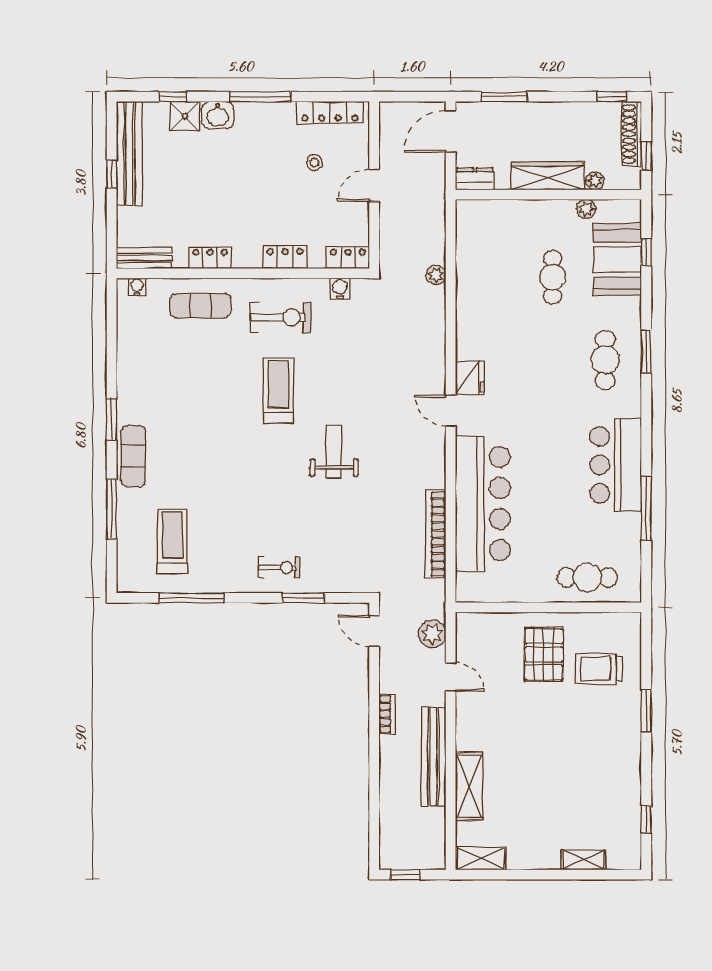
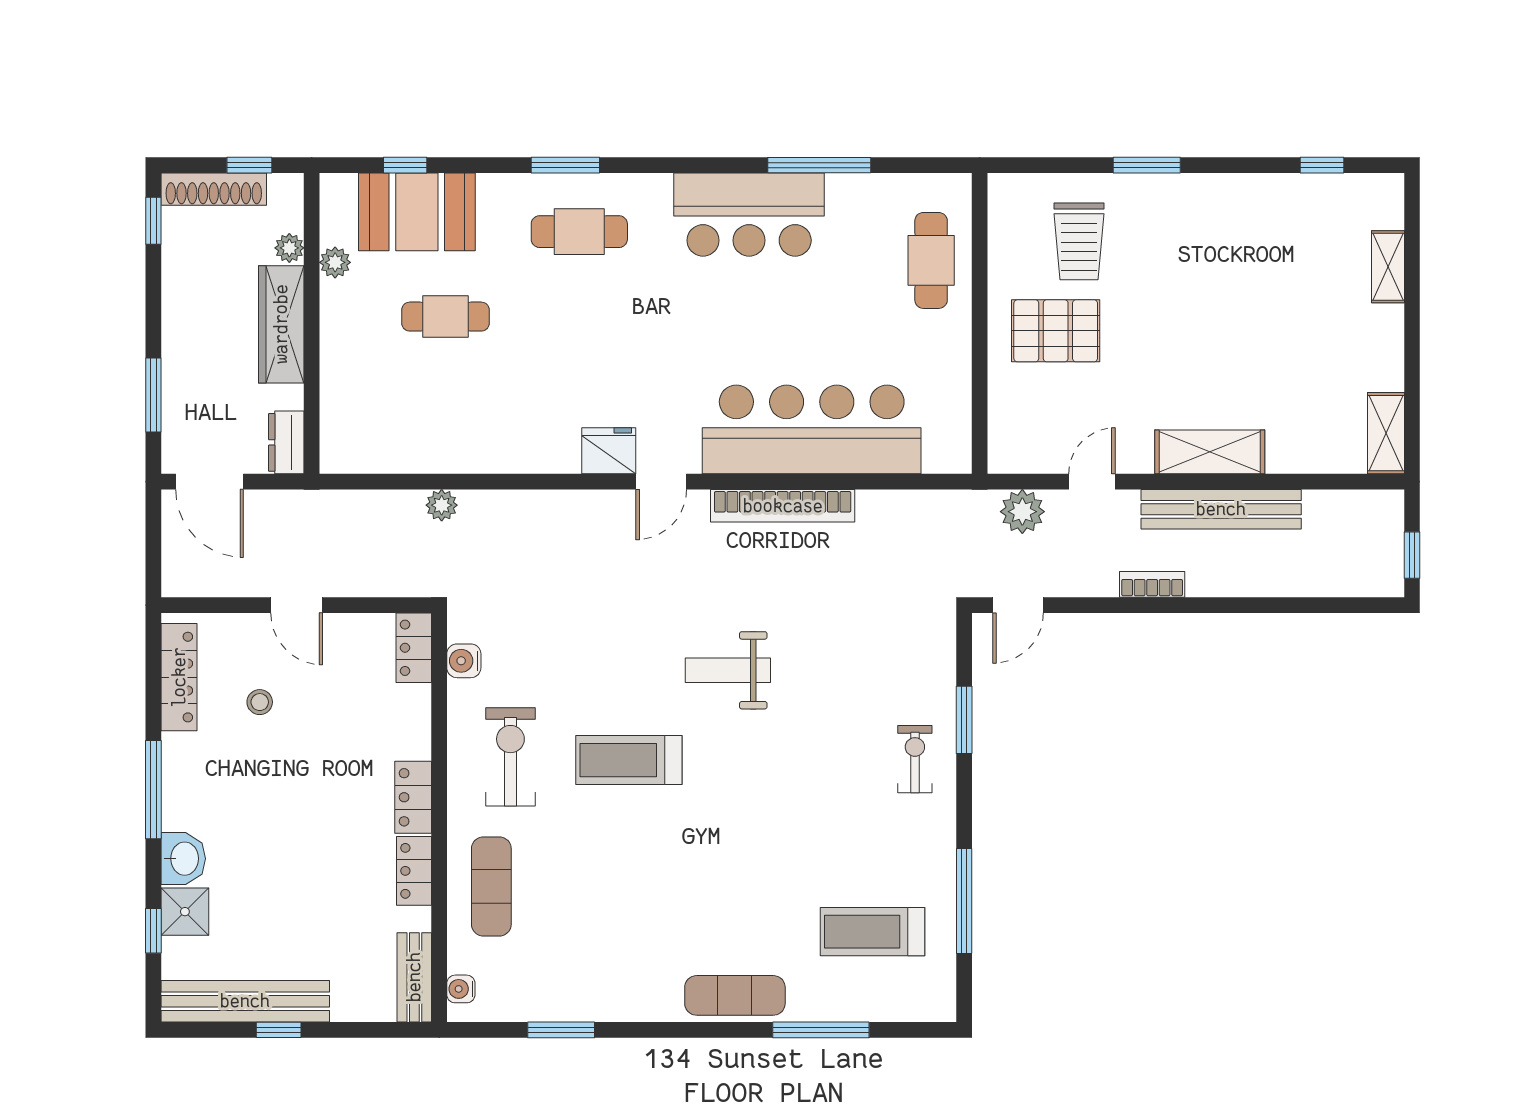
locker: (285, 257) -> (413, 797), moved
window: (112, 420) -> (561, 1030), moved
bookcase: (436, 534) -> (783, 506), moved
shelving: (469, 786) -> (1210, 452), moved

